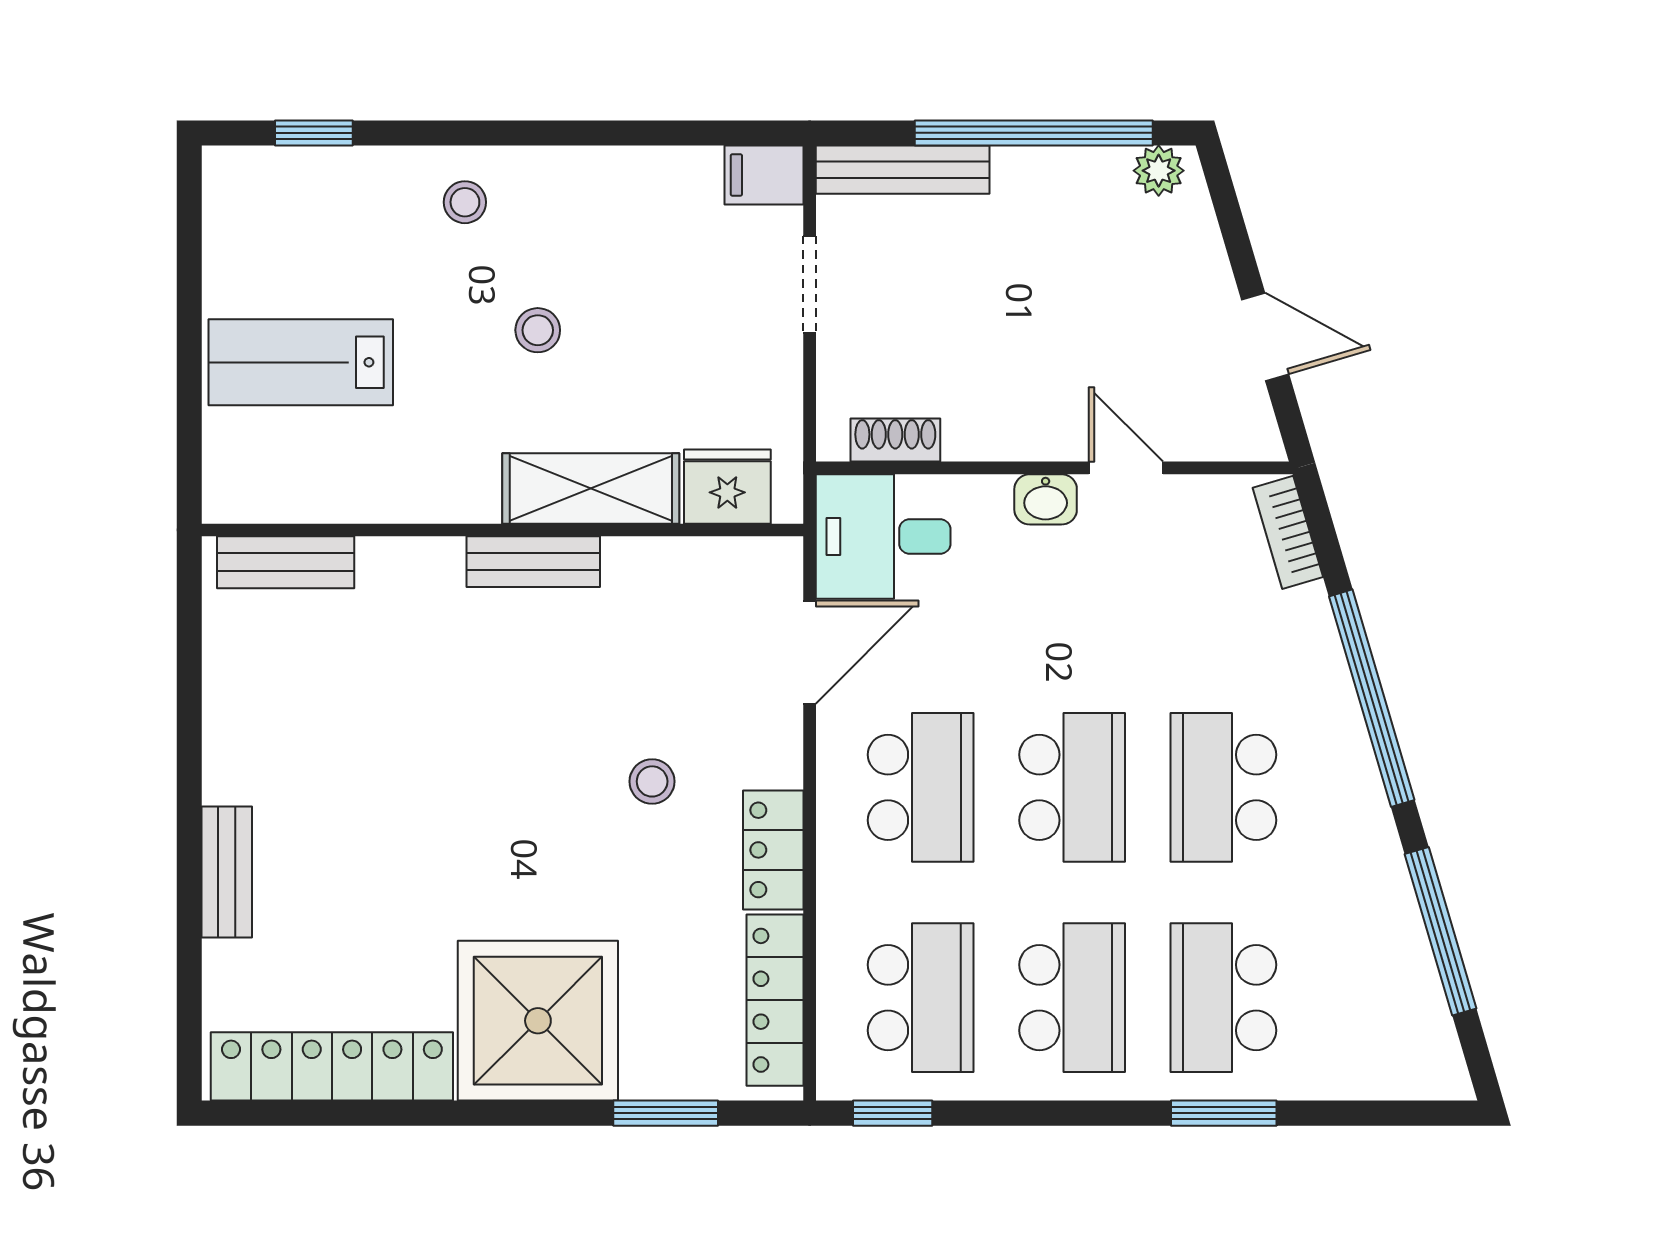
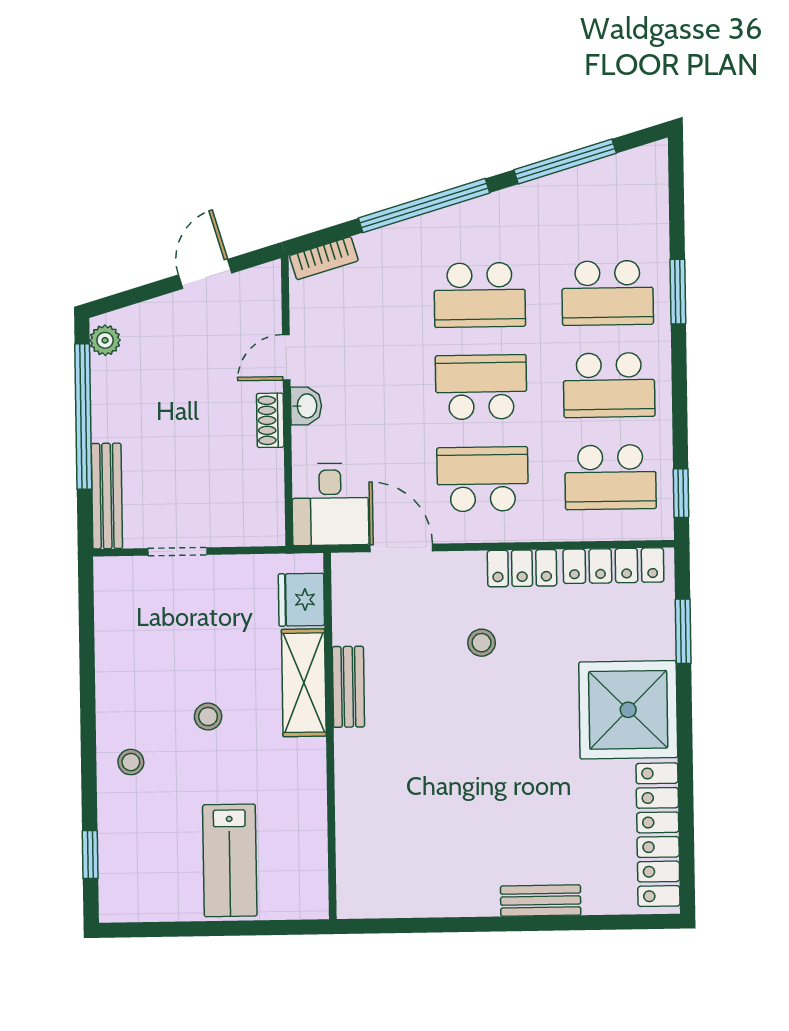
filing cabinet: (764, 175) -> (111, 580), removed
shoe rack: (895, 440) -> (270, 420), moved
bench: (286, 562) -> (352, 868), removed
bench: (533, 562) -> (348, 687), moved
school desk: (921, 998) -> (610, 477), turned 180
school desk: (1072, 998) -> (609, 385), turned 180

